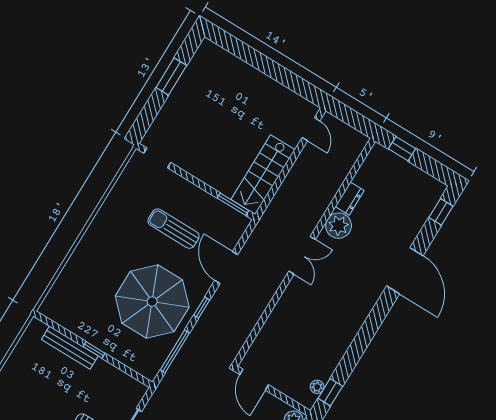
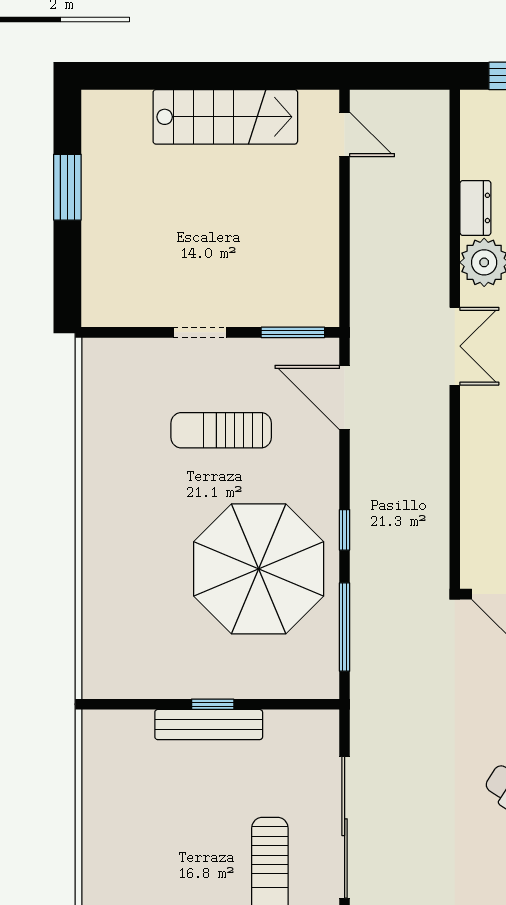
doorway: (157, 158) -> (200, 332), moved
stairs: (263, 175) -> (225, 117), moved, turned -90
door: (226, 268) -> (345, 397), moved
bench: (70, 348) -> (209, 725), moved

